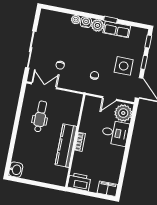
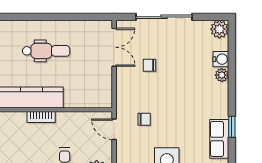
water cooler: (86, 22) -> (221, 59), moved
plant: (97, 25) -> (219, 29), moved
door: (109, 99) -> (114, 129), moved
dental chair: (40, 116) -> (46, 51), moved

